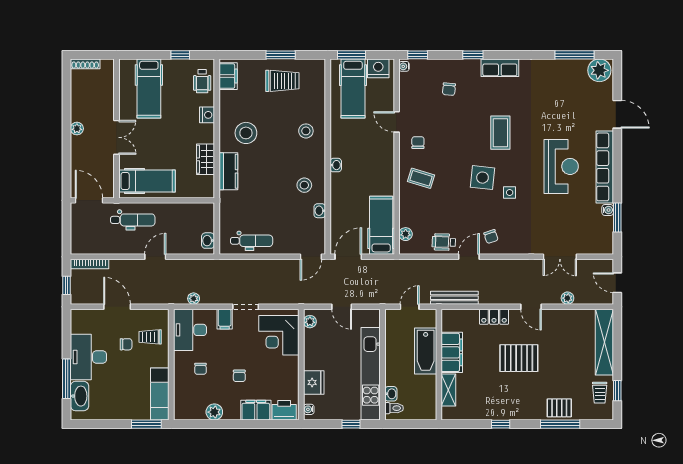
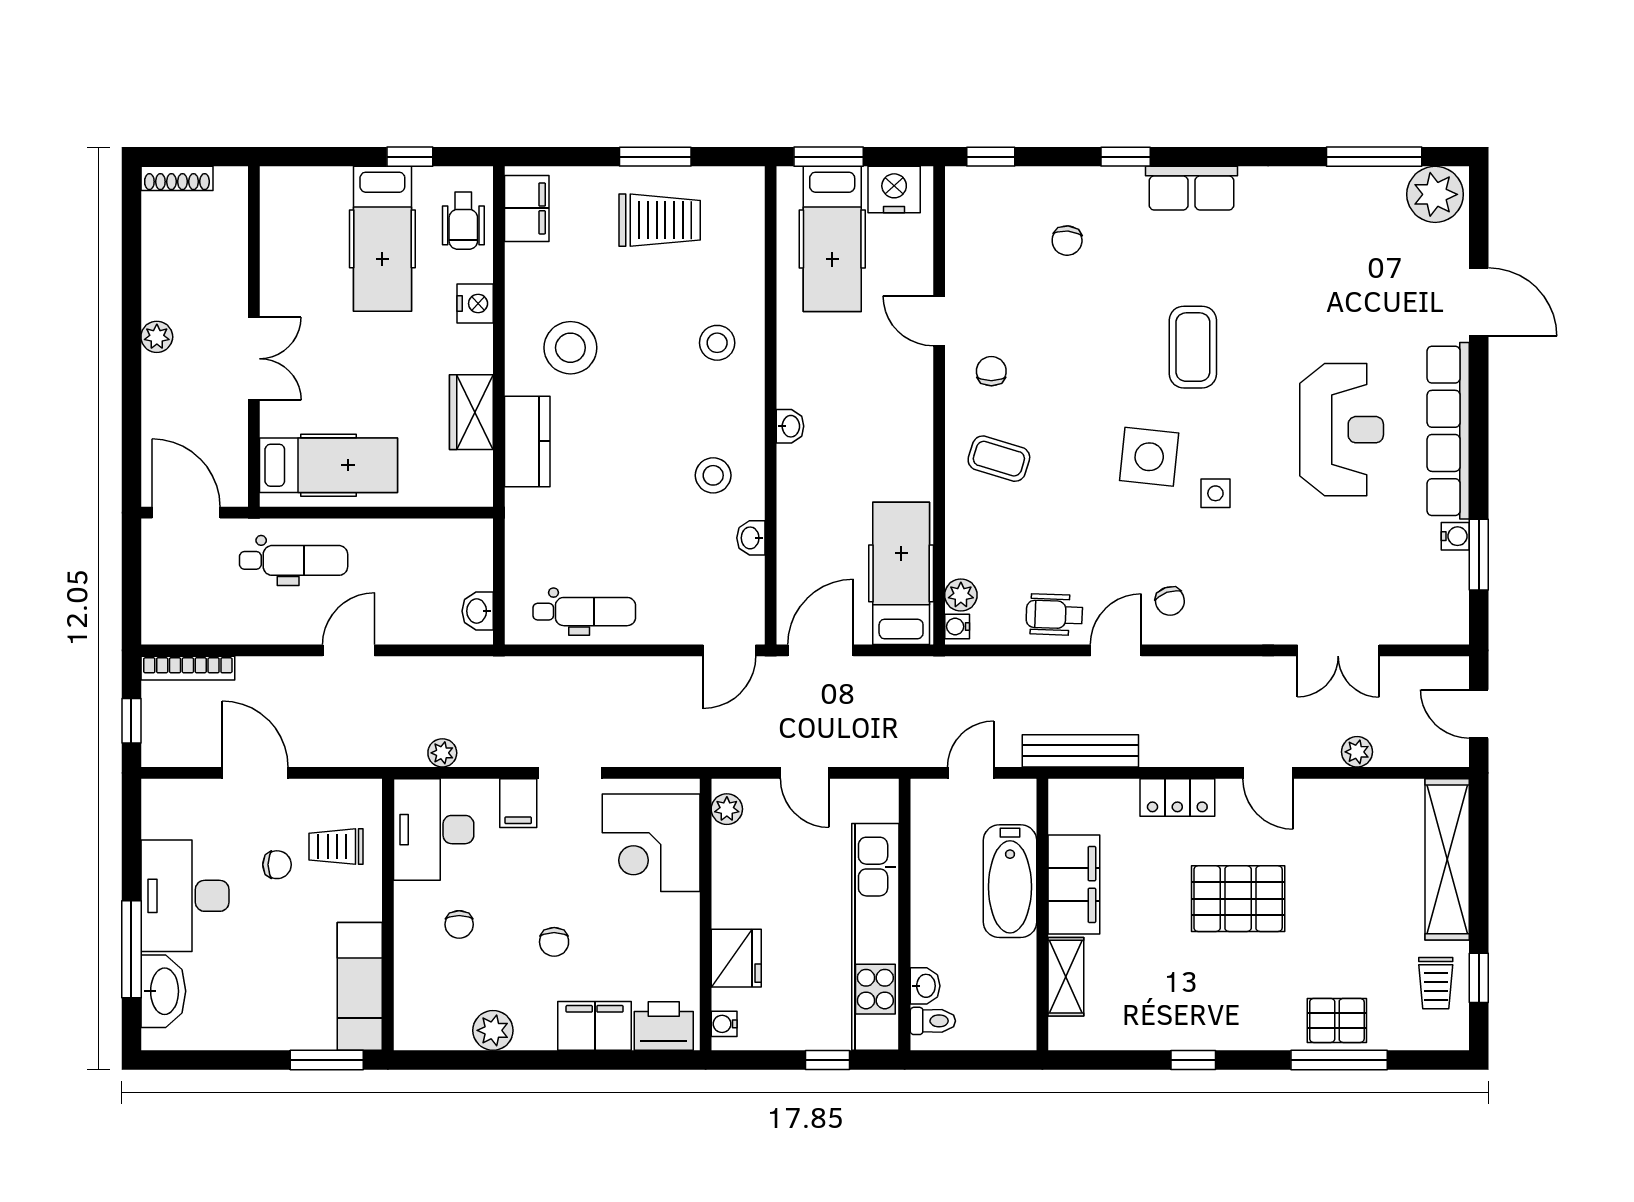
water cooler: (404, 66) -> (957, 626), moved
hospital bed: (149, 88) -> (382, 239), moved

